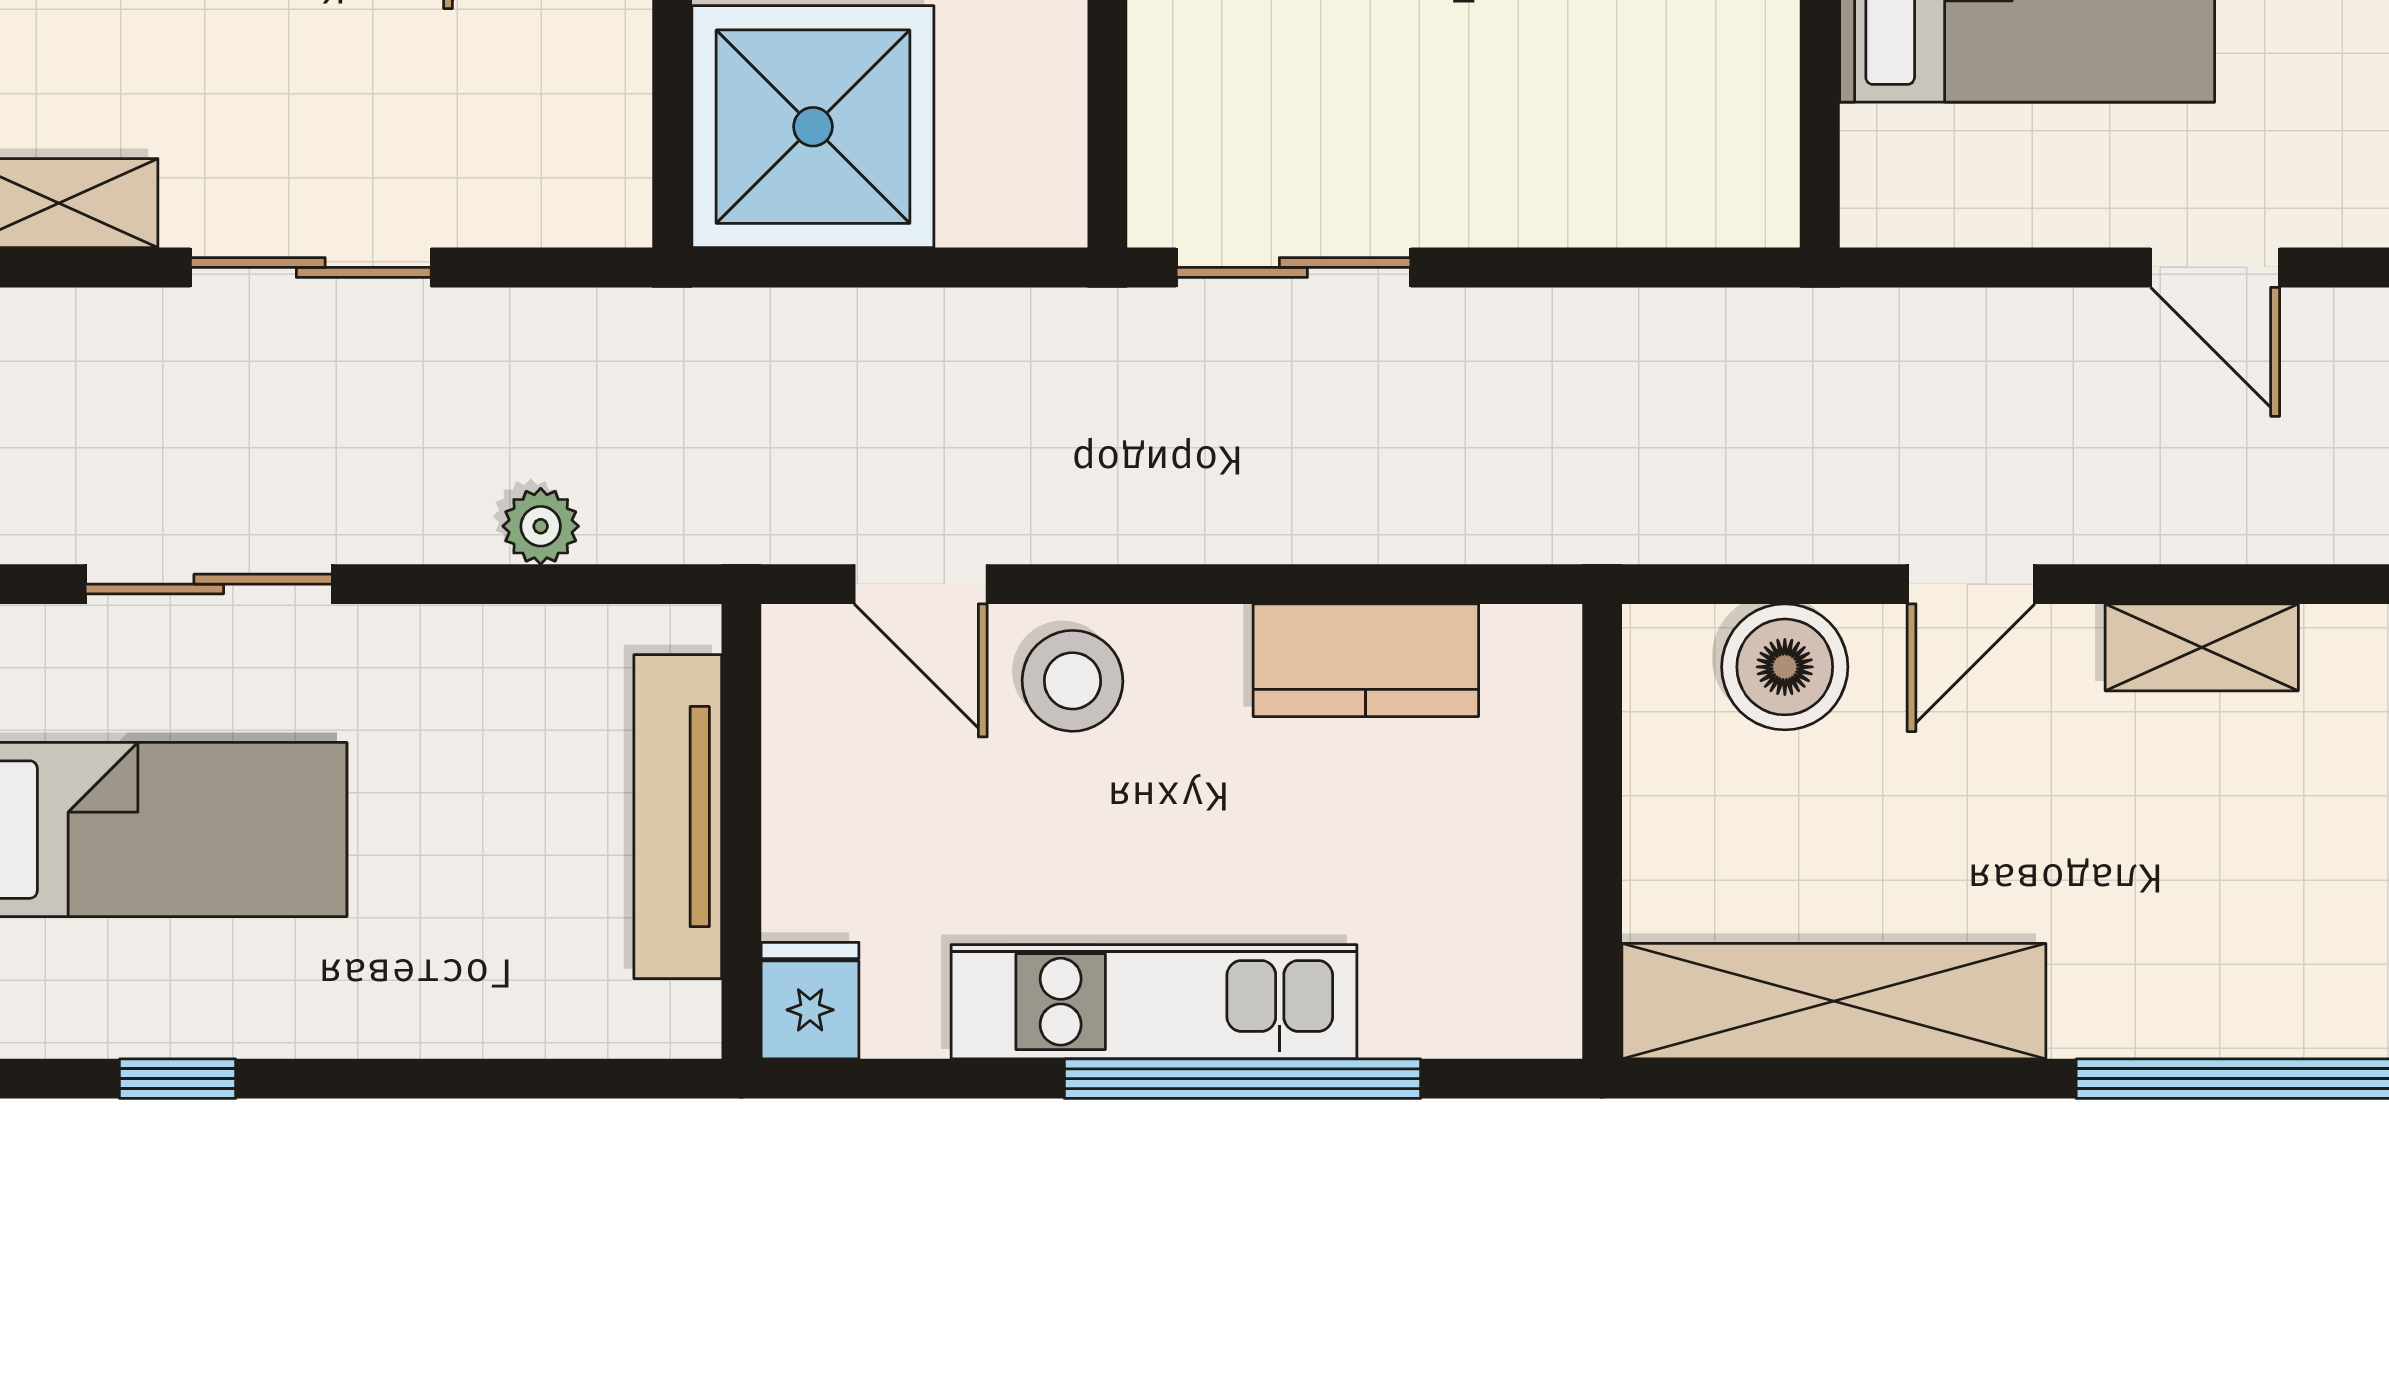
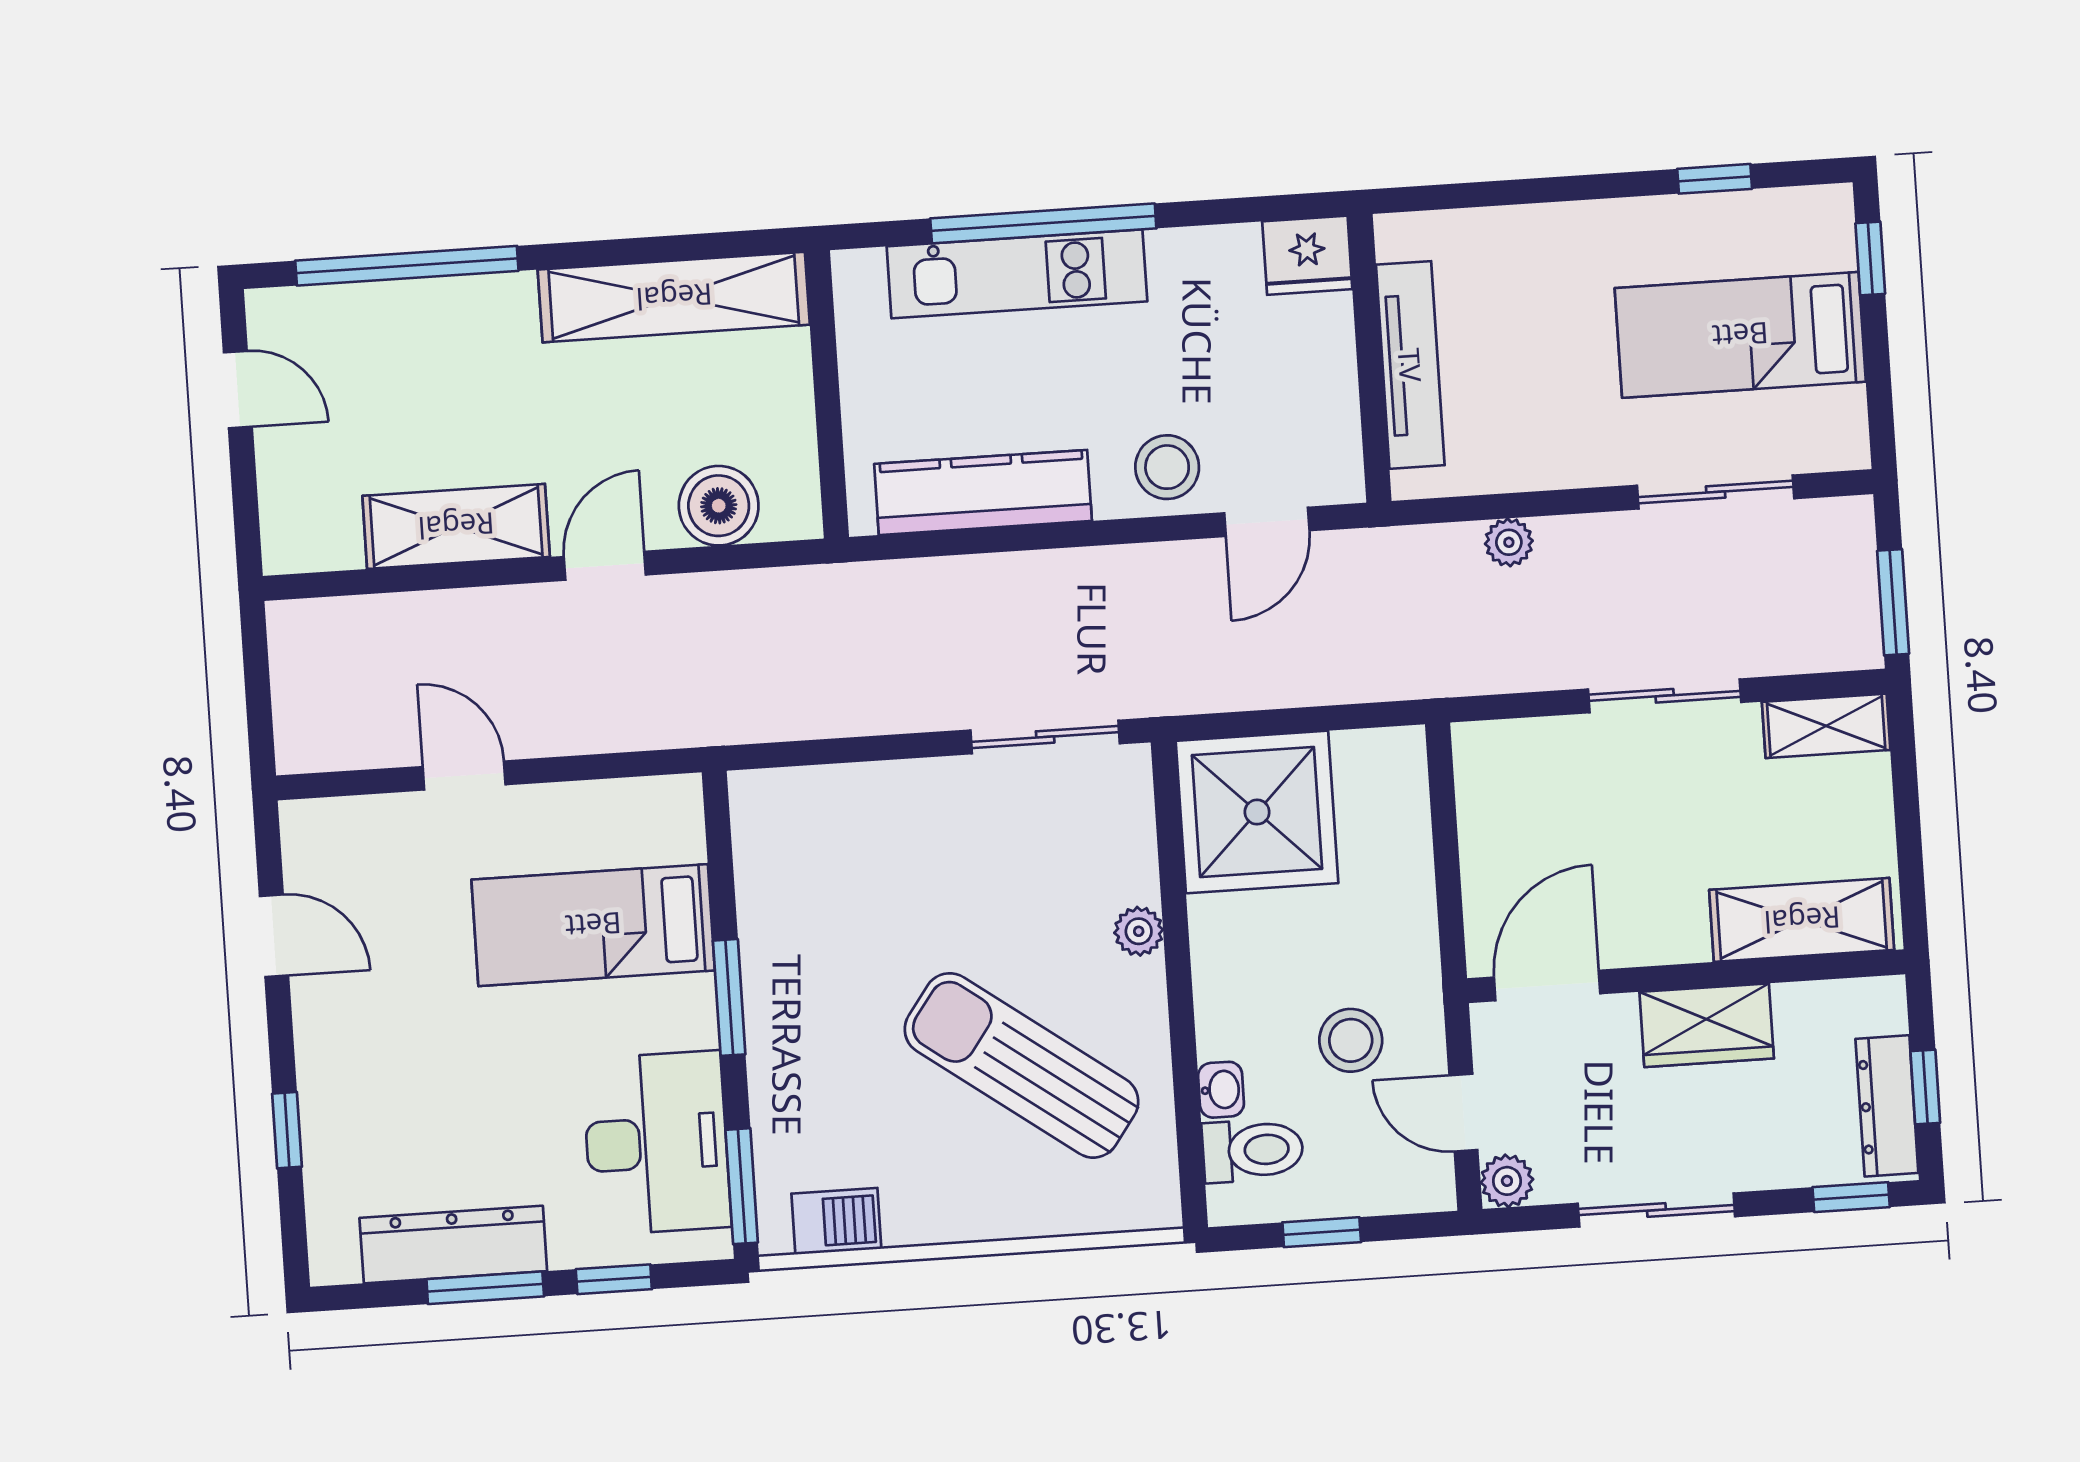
shower: (813, 127) -> (1257, 812), moved
door: (921, 584) -> (1267, 522), swing flipped
shelving: (2202, 647) -> (456, 526), width x1.50, depth x1.33
kitchen counter: (1366, 660) -> (983, 492), width x1.50
fridge: (810, 1001) -> (1307, 255), width x1.38
kitchen unit: (1154, 1002) -> (1017, 274), moved

